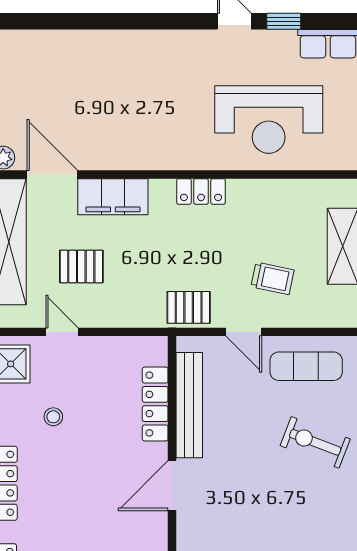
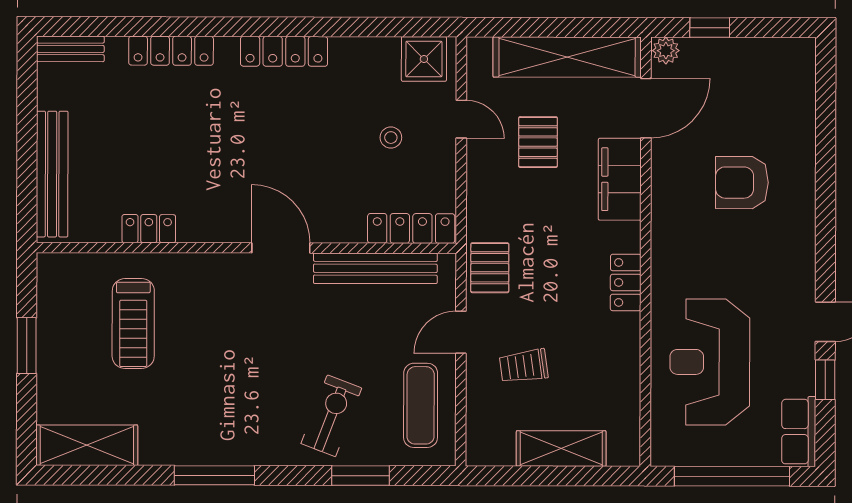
armchair: (116, 92) -> (742, 183), added
trolley: (272, 278) -> (524, 366), turned 70
door: (62, 332) -> (461, 119), hinge flipped
locker: (155, 404) -> (411, 228), moved
stool: (53, 417) -> (391, 138), moved

